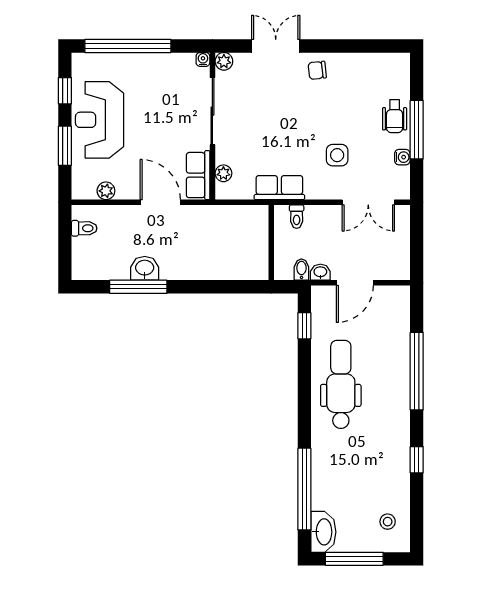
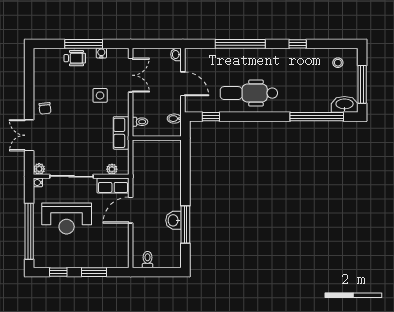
reception desk: (99, 120) -> (67, 219), moved
plant: (106, 191) -> (123, 245), removed
washbasin: (320, 272) -> (176, 54), moved

